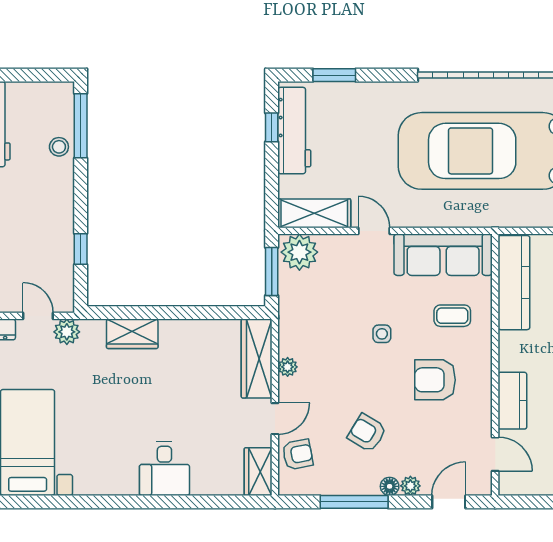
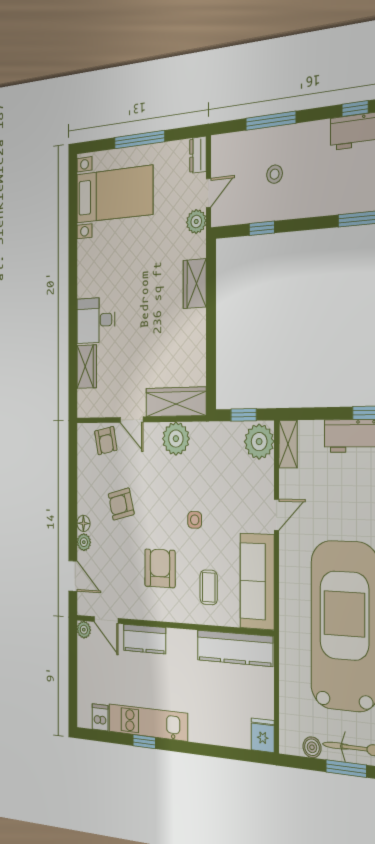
stool: (59, 147) -> (275, 174), moved
shelving: (314, 213) -> (288, 444), width x0.67, depth x0.75
window: (272, 272) -> (244, 415), width x0.67
plant: (288, 367) -> (176, 439), width x1.87, depth x1.87
armchair: (367, 433) -> (121, 504), turned -135
door: (495, 454) -> (106, 620), hinge flipped
wardrobe: (258, 472) -> (87, 367), moved, turned 90
plant: (508, 486) -> (84, 630), added
window: (354, 502) -> (73, 491), removed

